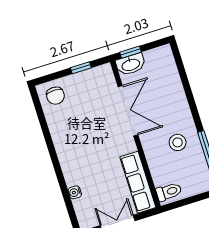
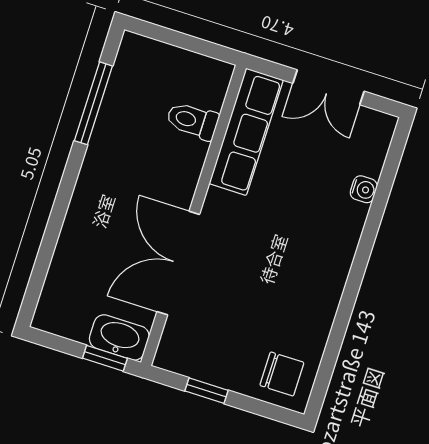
chair: (55, 96) -> (282, 374), turned 90
stool: (178, 142) -> (133, 152), removed
toilet: (169, 192) -> (192, 121), moved

